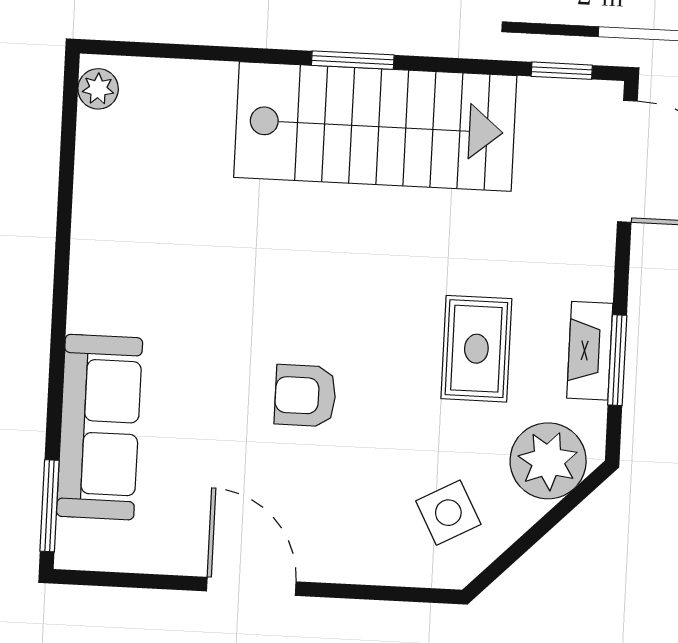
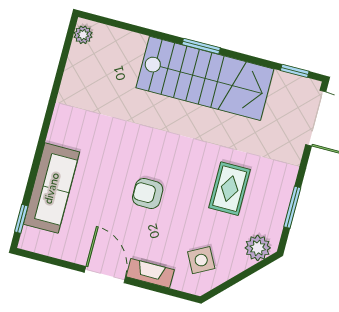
fireplace: (590, 351) -> (150, 273), moved, turned 90
plant: (548, 461) -> (258, 248), width x0.73, depth x0.73
window: (50, 506) -> (21, 219), width x0.67

